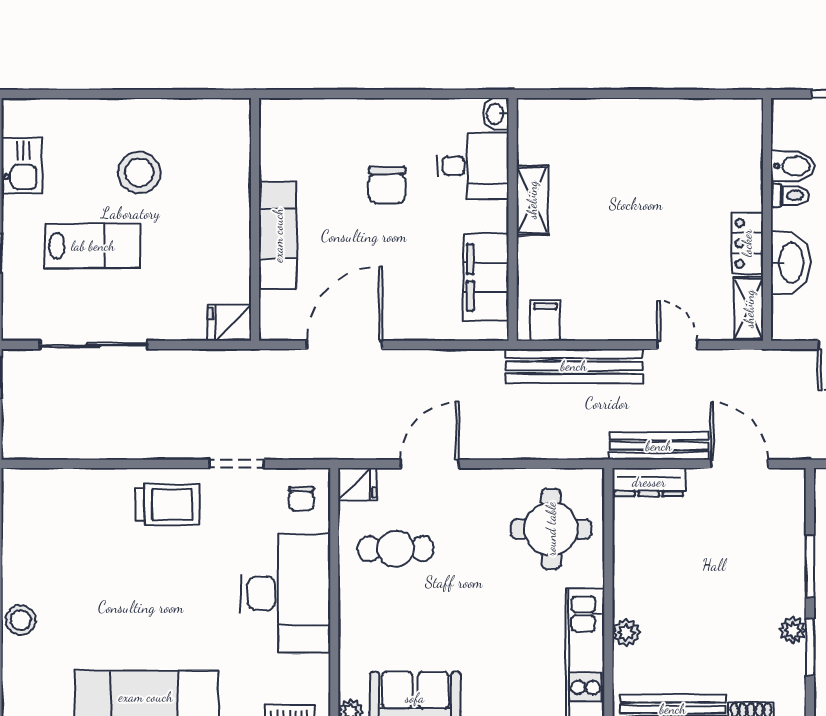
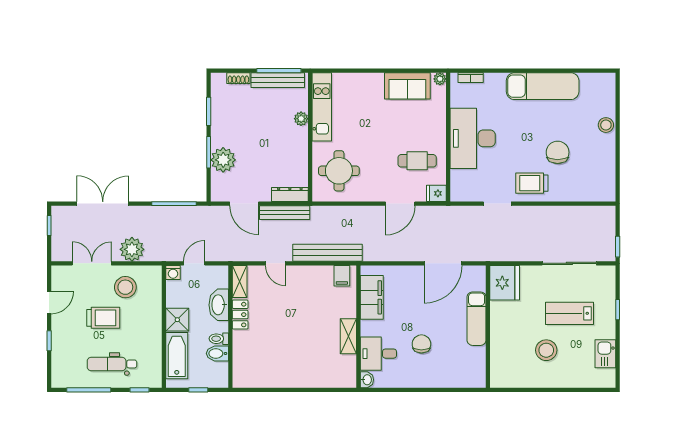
fridge: (229, 323) -> (505, 283), width x1.88, depth x1.34
chair: (301, 499) -> (558, 152), moved, width x1.87, depth x1.87
plant: (793, 630) -> (223, 160), moved, width x1.88, depth x1.88

